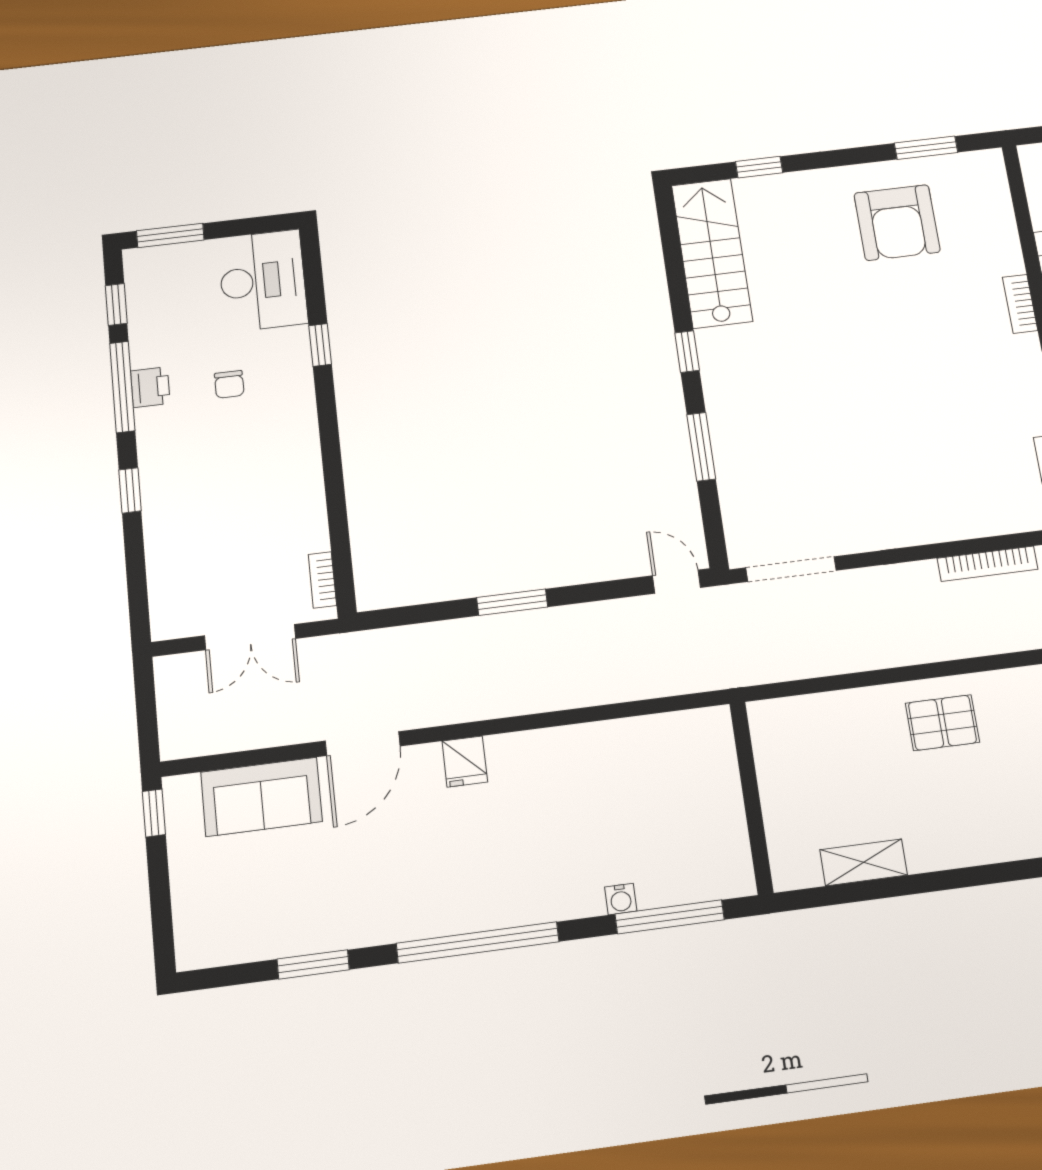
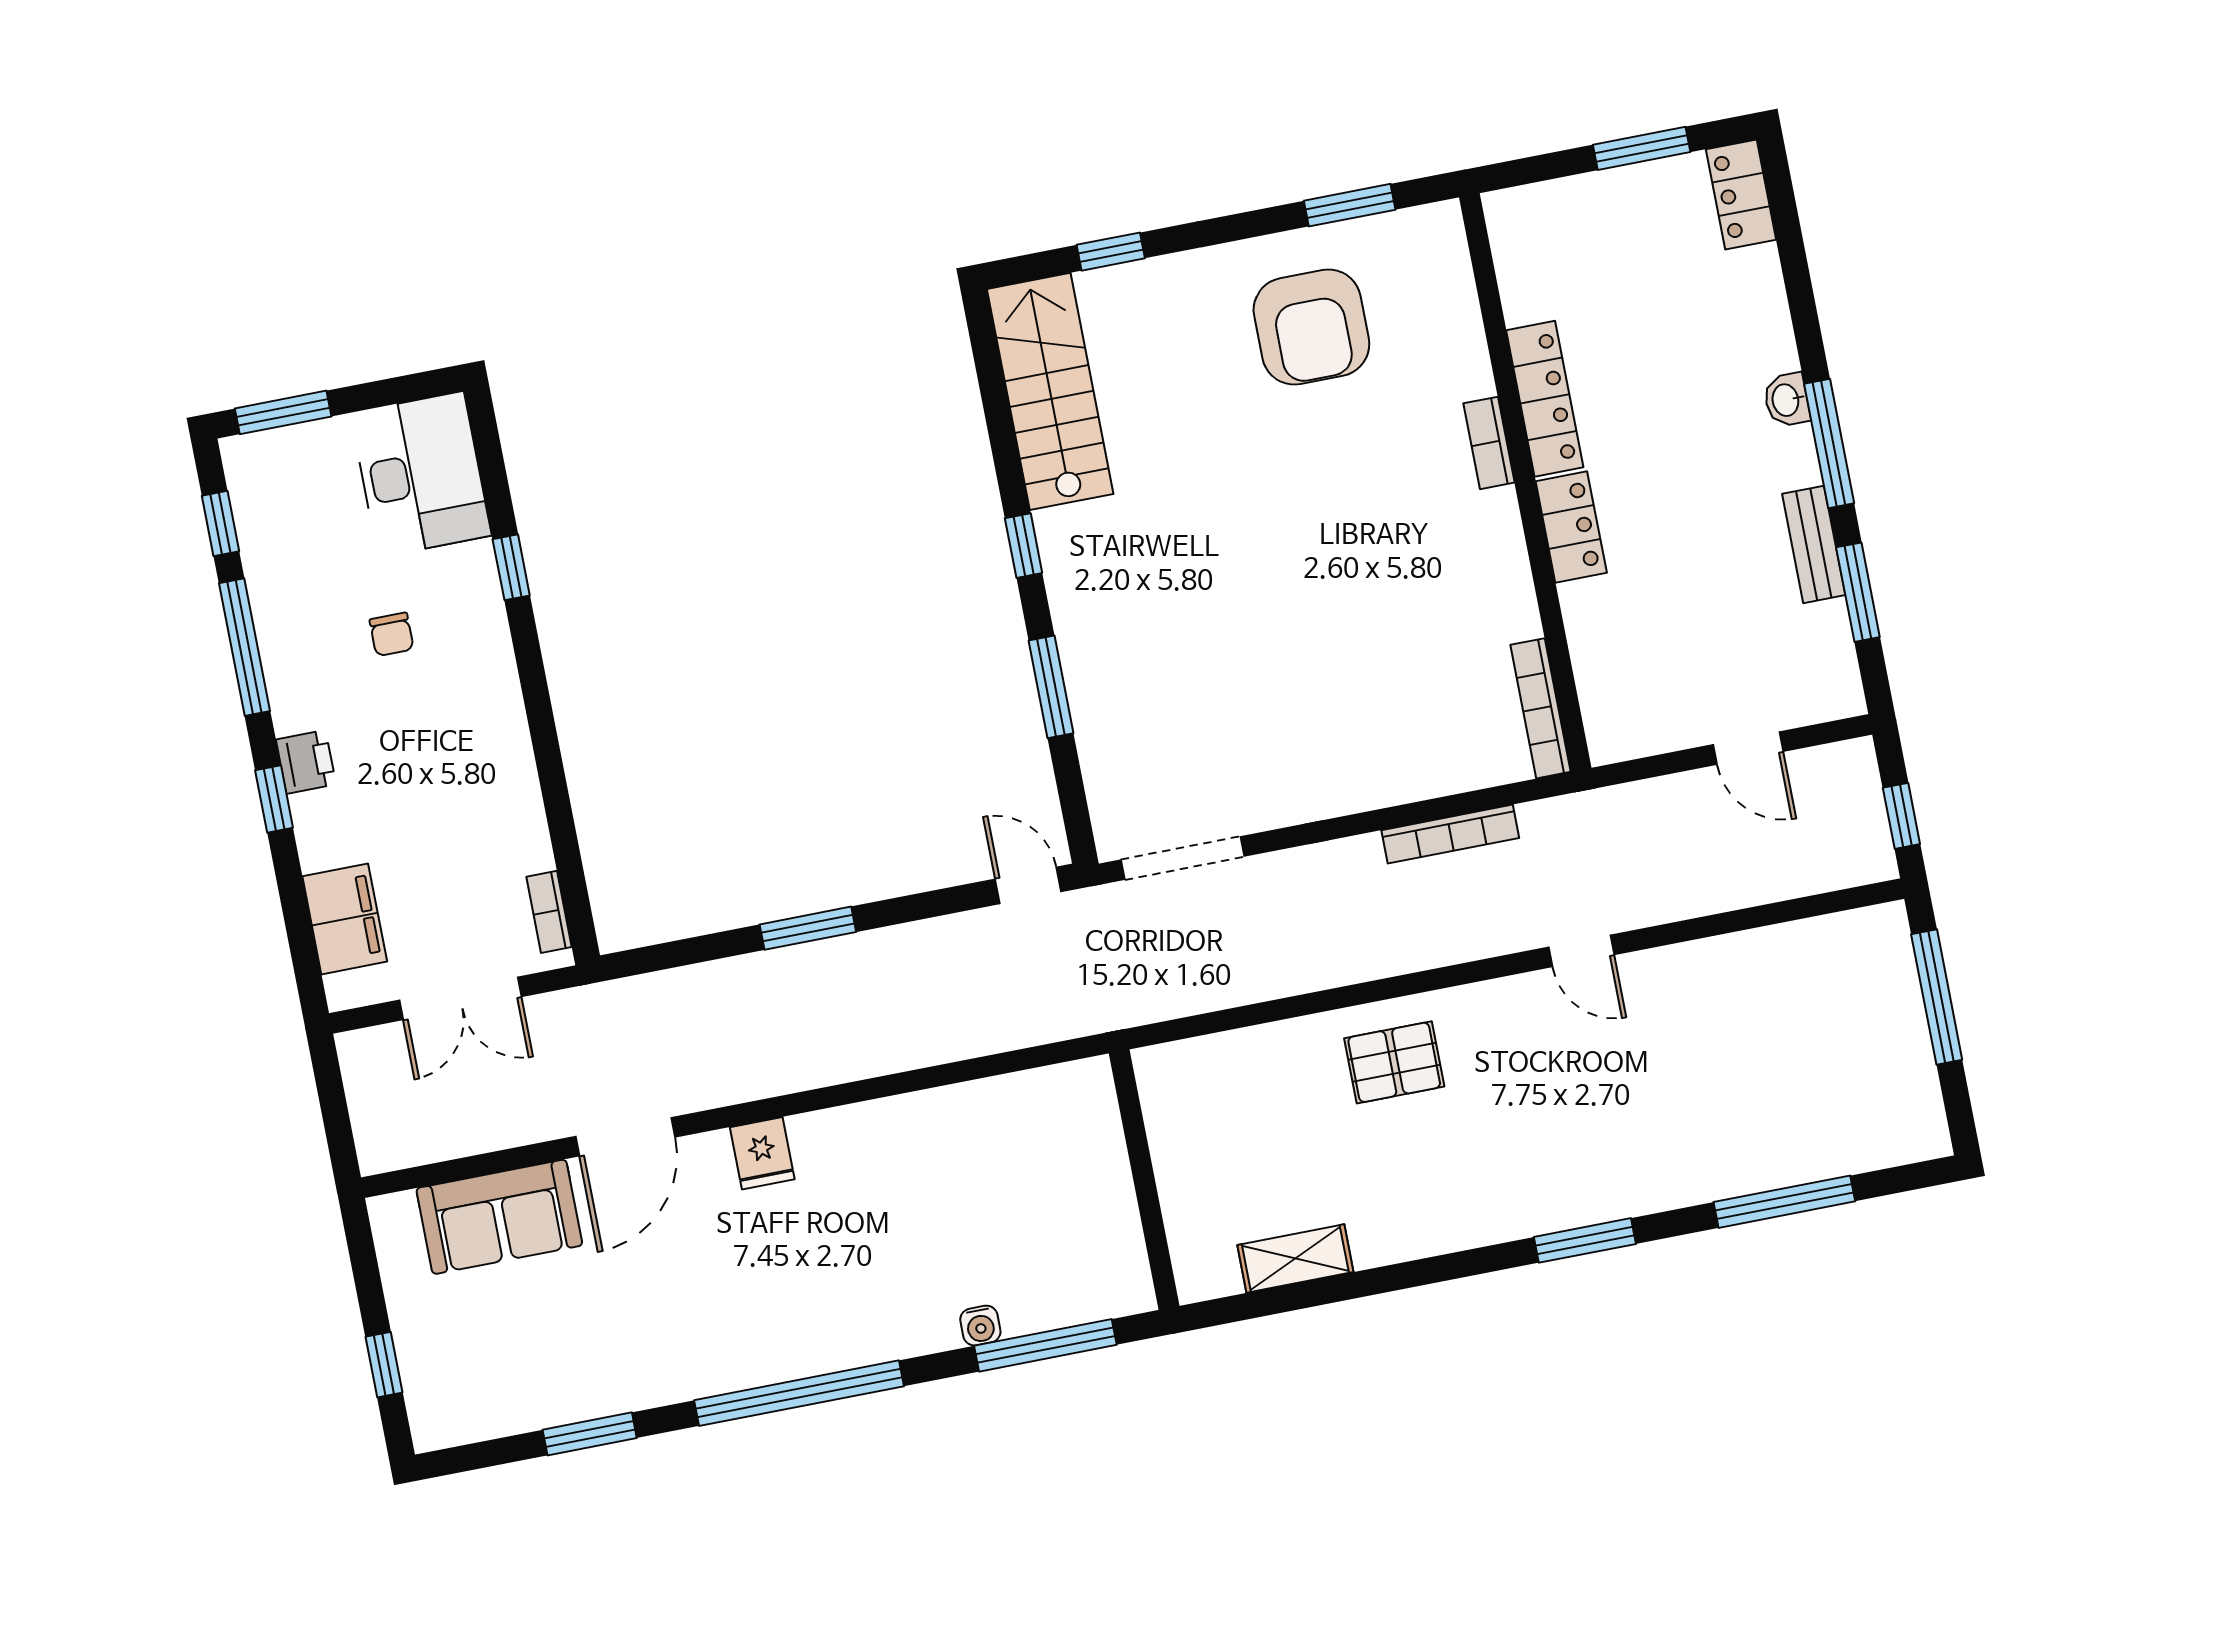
printer: (150, 387) -> (306, 762), moved
filing cabinet: (171, 576) -> (345, 919), added
window: (154, 813) -> (384, 1365), moved

